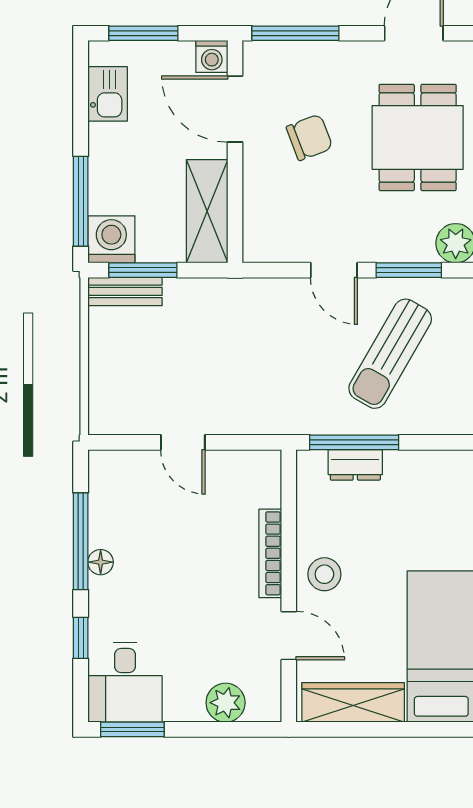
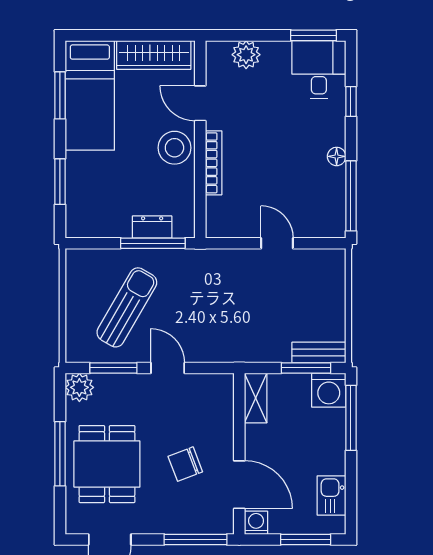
shelving: (207, 211) -> (256, 398), width x0.67, depth x0.75
window: (81, 541) -> (351, 196), moved
stool: (324, 574) -> (174, 148), width x1.38, depth x1.38

